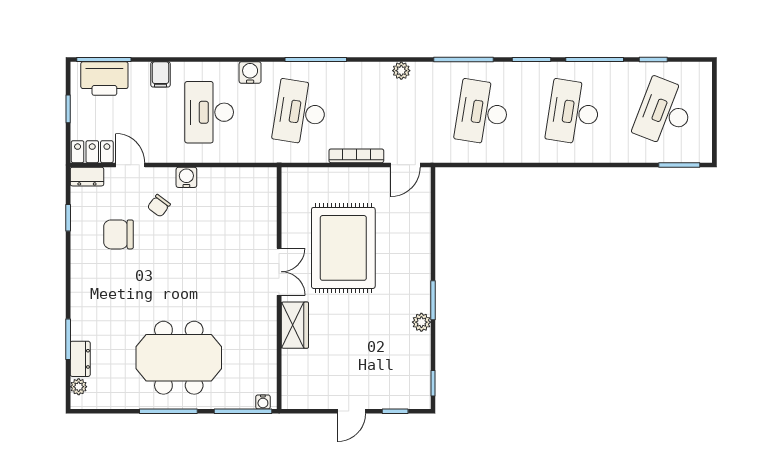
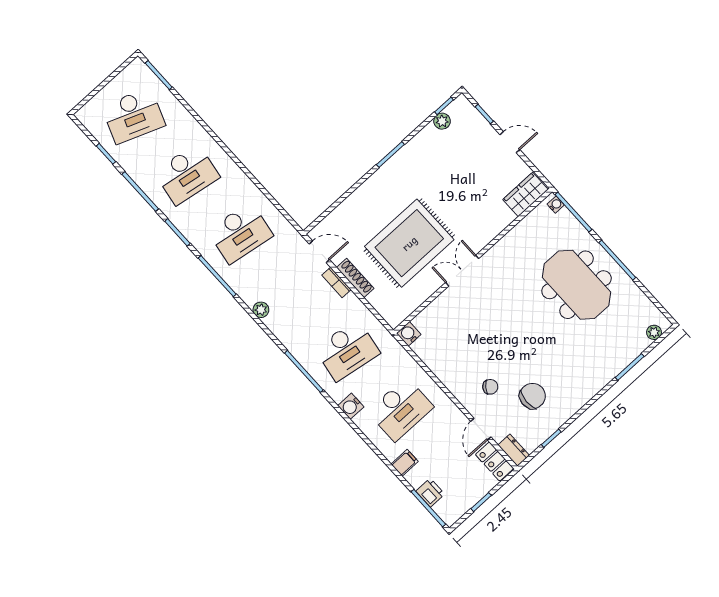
printer: (104, 79) -> (430, 493), width x0.53, depth x0.68
bookcase: (356, 156) -> (336, 282), width x0.64
shoe rack: (356, 175) -> (355, 278), added
water cooler: (186, 177) -> (409, 334), moved, turned 90
chair: (118, 234) -> (532, 396), turned -88
plant: (421, 322) -> (442, 121), moved
wardrobe: (295, 325) -> (525, 195), moved
dresser: (80, 359) -> (635, 348), removed

